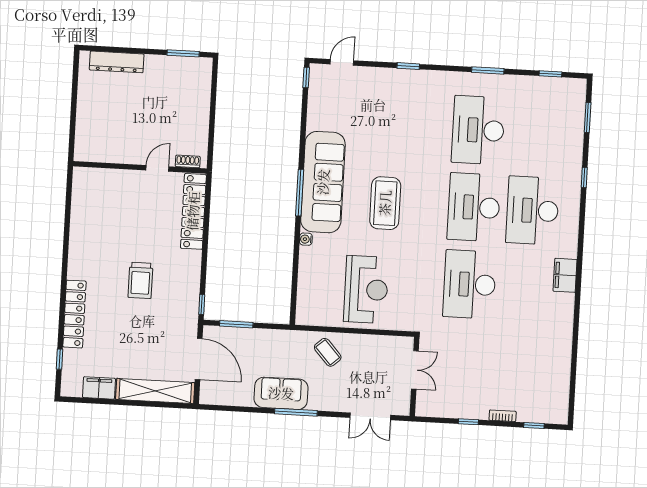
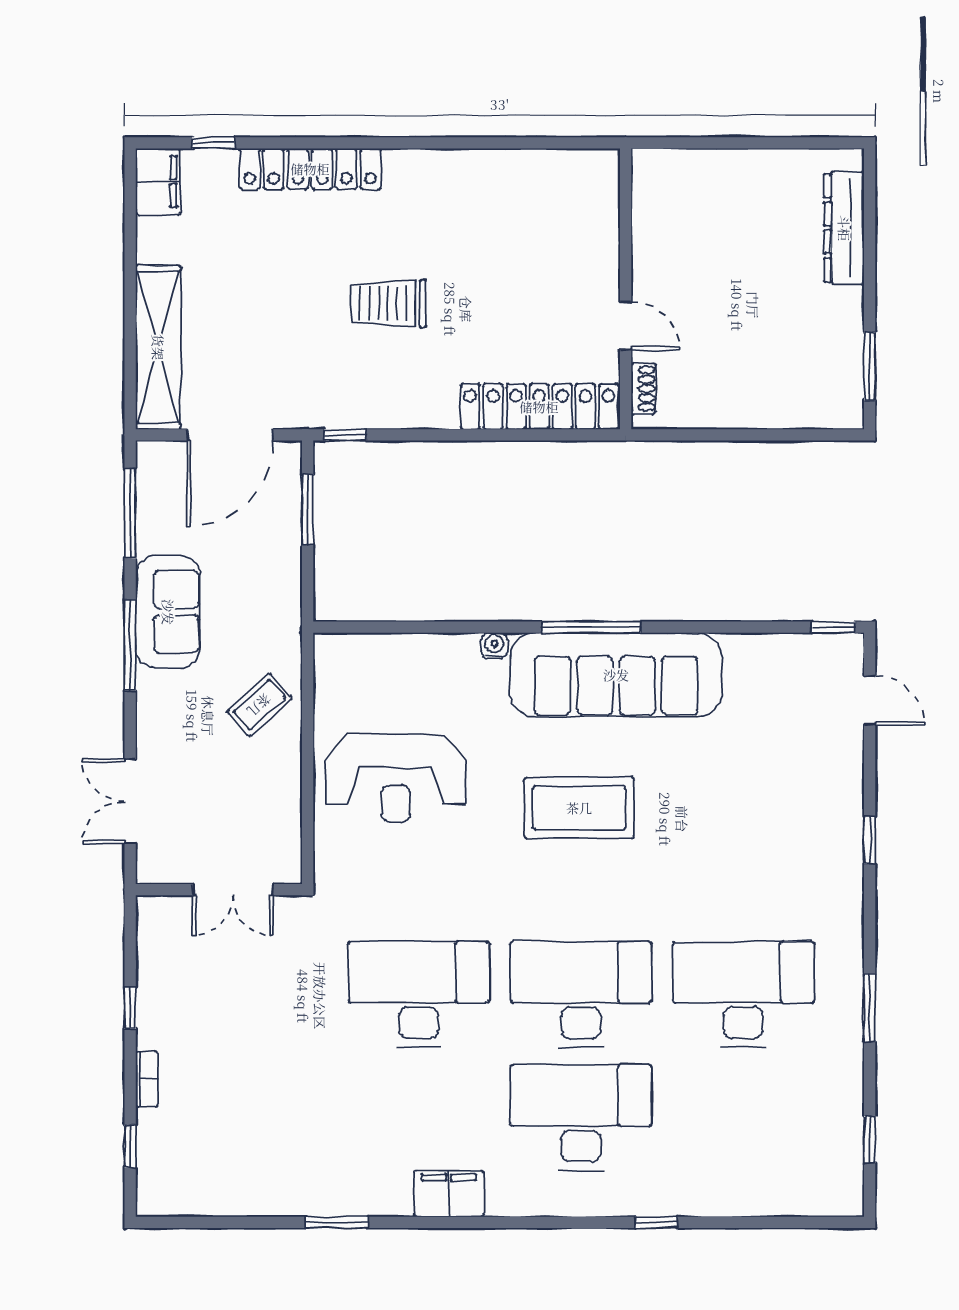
window: (588, 118) -> (337, 1222), moved
filing cabinet: (99, 388) -> (158, 182), moved
window: (233, 409) -> (130, 513), added

